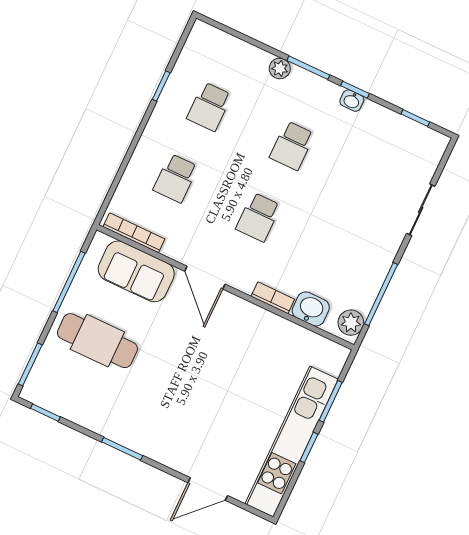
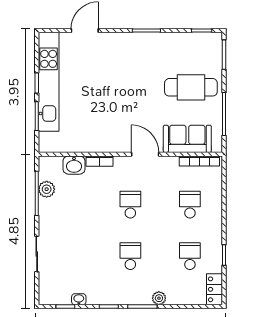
locker: (197, 44) -> (214, 289), added
washbasin: (352, 101) -> (79, 299), moved
plant: (351, 323) -> (47, 189), moved

